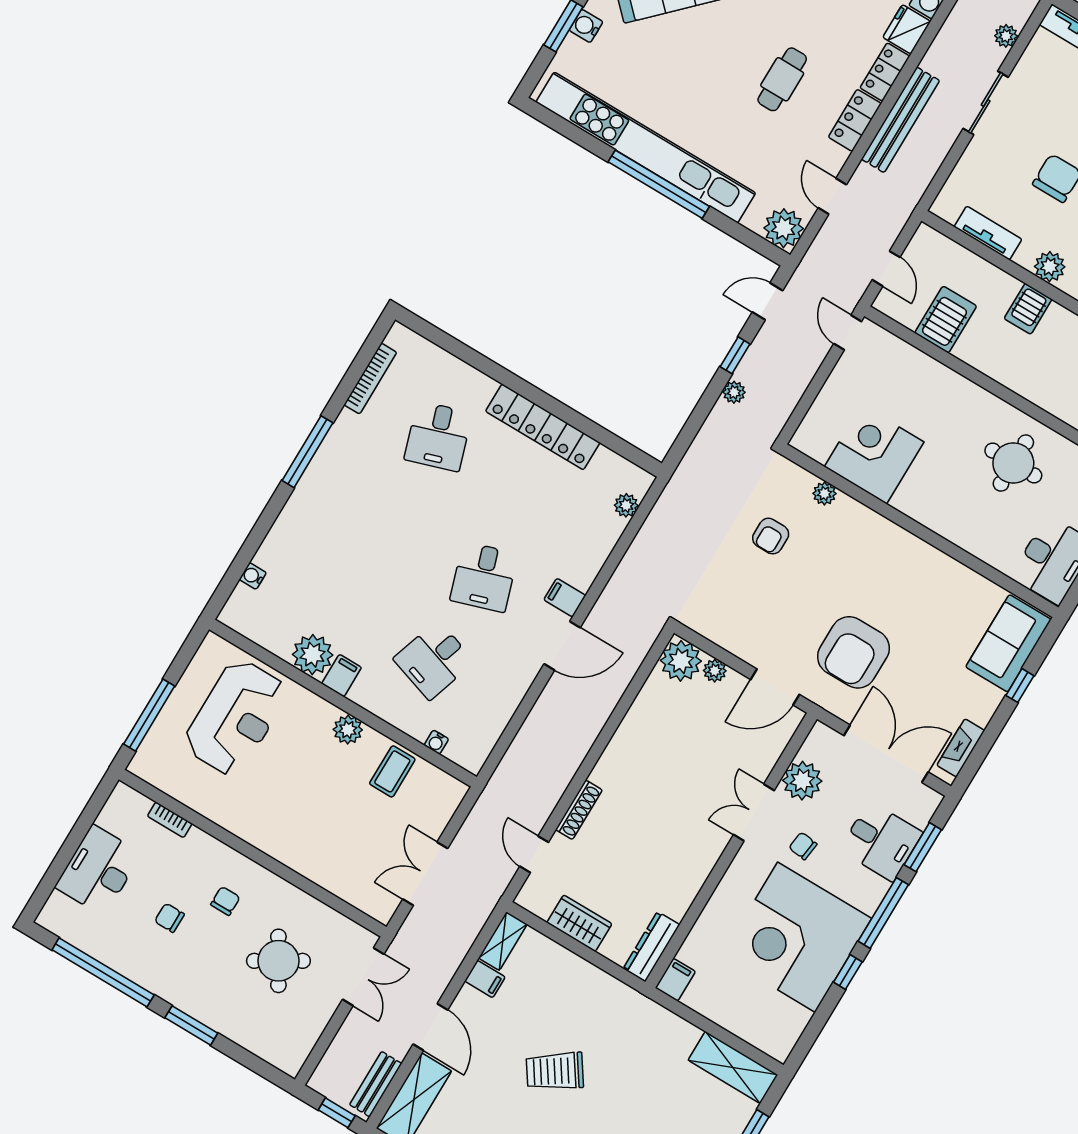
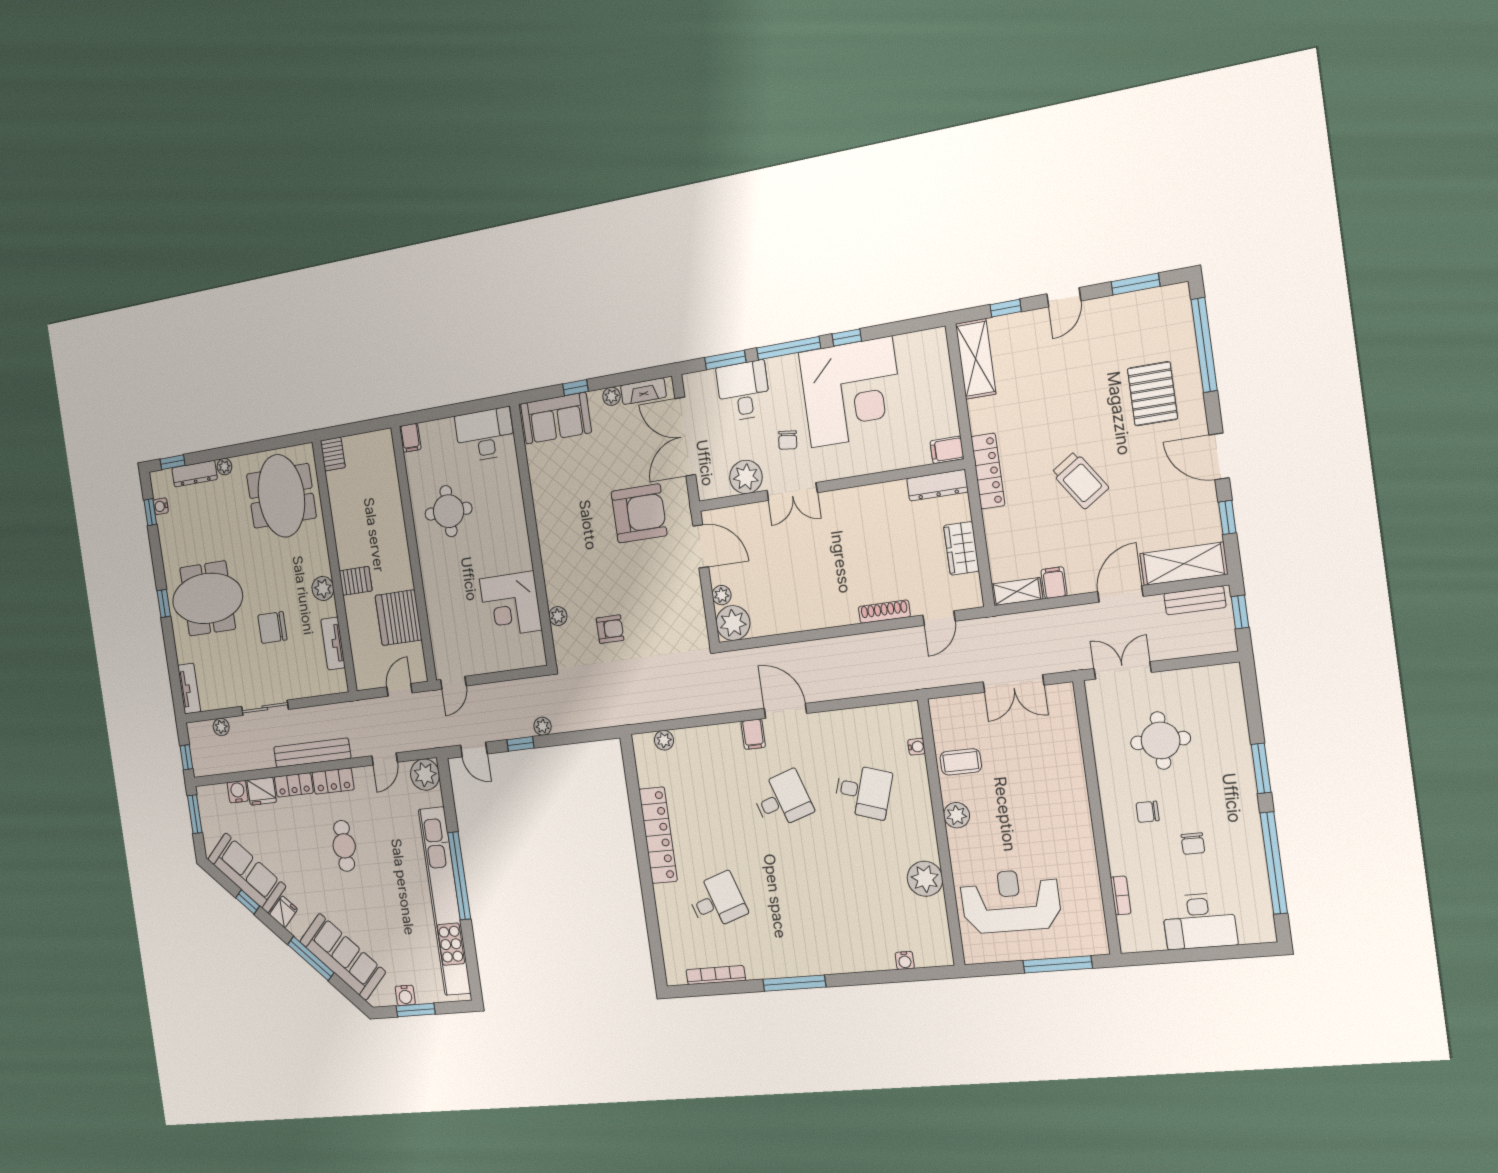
cafe table: (782, 79) -> (344, 846), turned 90
server rack: (946, 319) -> (399, 618), width x1.60
filing cabinet: (342, 675) -> (923, 848), removed
plant: (982, 714) -> (612, 396), added
round table: (278, 961) -> (1161, 740), turned 31
locker: (627, 1000) -> (988, 471), added

